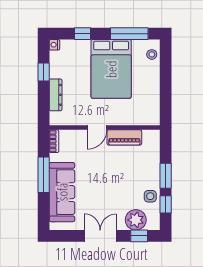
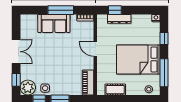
window: (44, 72) -> (115, 10), moved
cot: (152, 100) -> (115, 90), added
piano: (124, 137) -> (88, 83), moved
sofa: (62, 192) -> (54, 24), width x0.73
plant: (136, 220) -> (28, 88), moved

